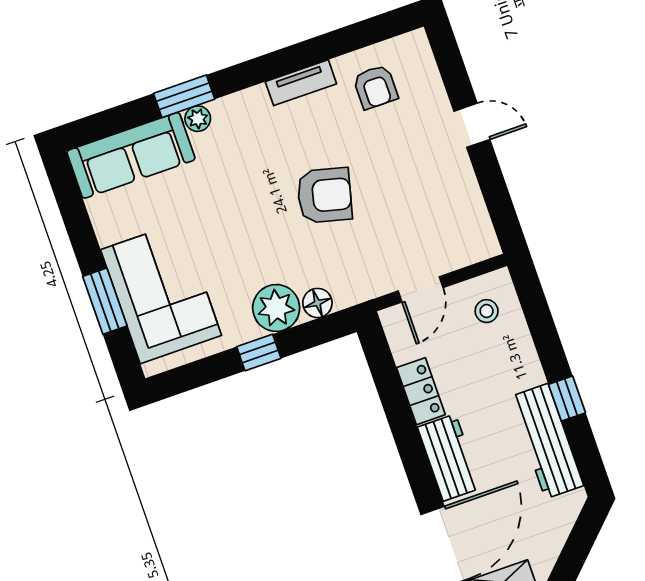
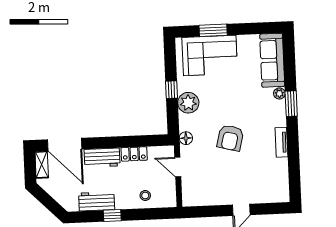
armchair: (375, 87) -> (270, 174), removed
window: (184, 96) -> (291, 104), moved
floor lamp: (317, 303) -> (186, 138), moved
stool: (487, 311) -> (145, 195), moved
workbench: (547, 441) -> (97, 201), width x0.73

